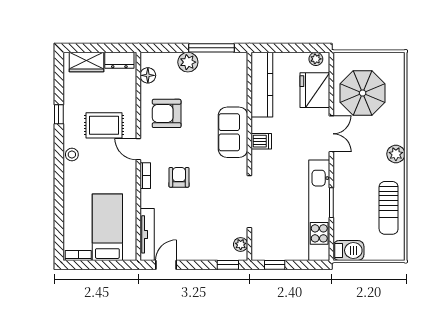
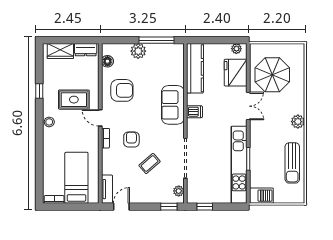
armchair: (167, 113) -> (122, 90), turned 180
coffee table: (203, 209) -> (150, 164), added
tv unit: (147, 234) -> (107, 189), width x0.71

